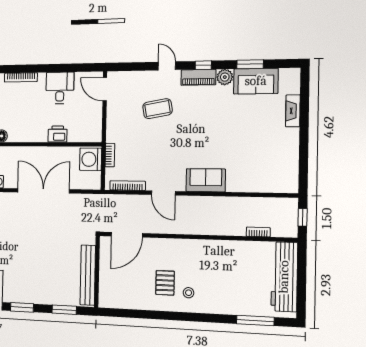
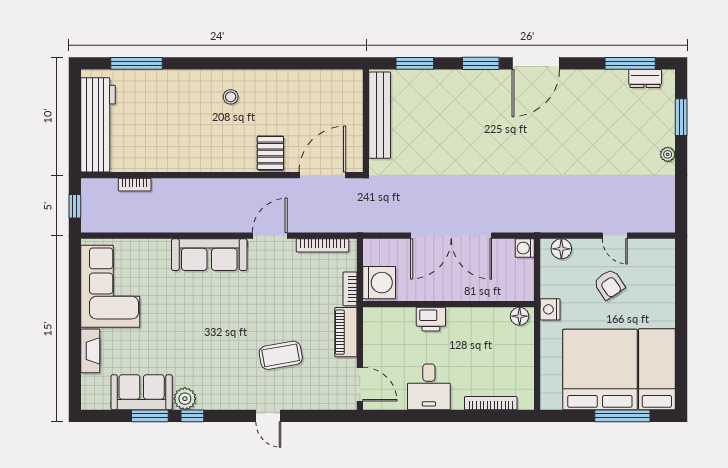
window: (203, 65) -> (192, 416), moved
piano: (198, 77) -> (346, 332), moved, turned -90
corner sofa: (277, 158) -> (110, 286), added
sofa: (206, 180) -> (209, 255), width x1.36
door: (163, 193) -> (270, 236), hinge flipped
pallet: (165, 283) -> (270, 153), moved

